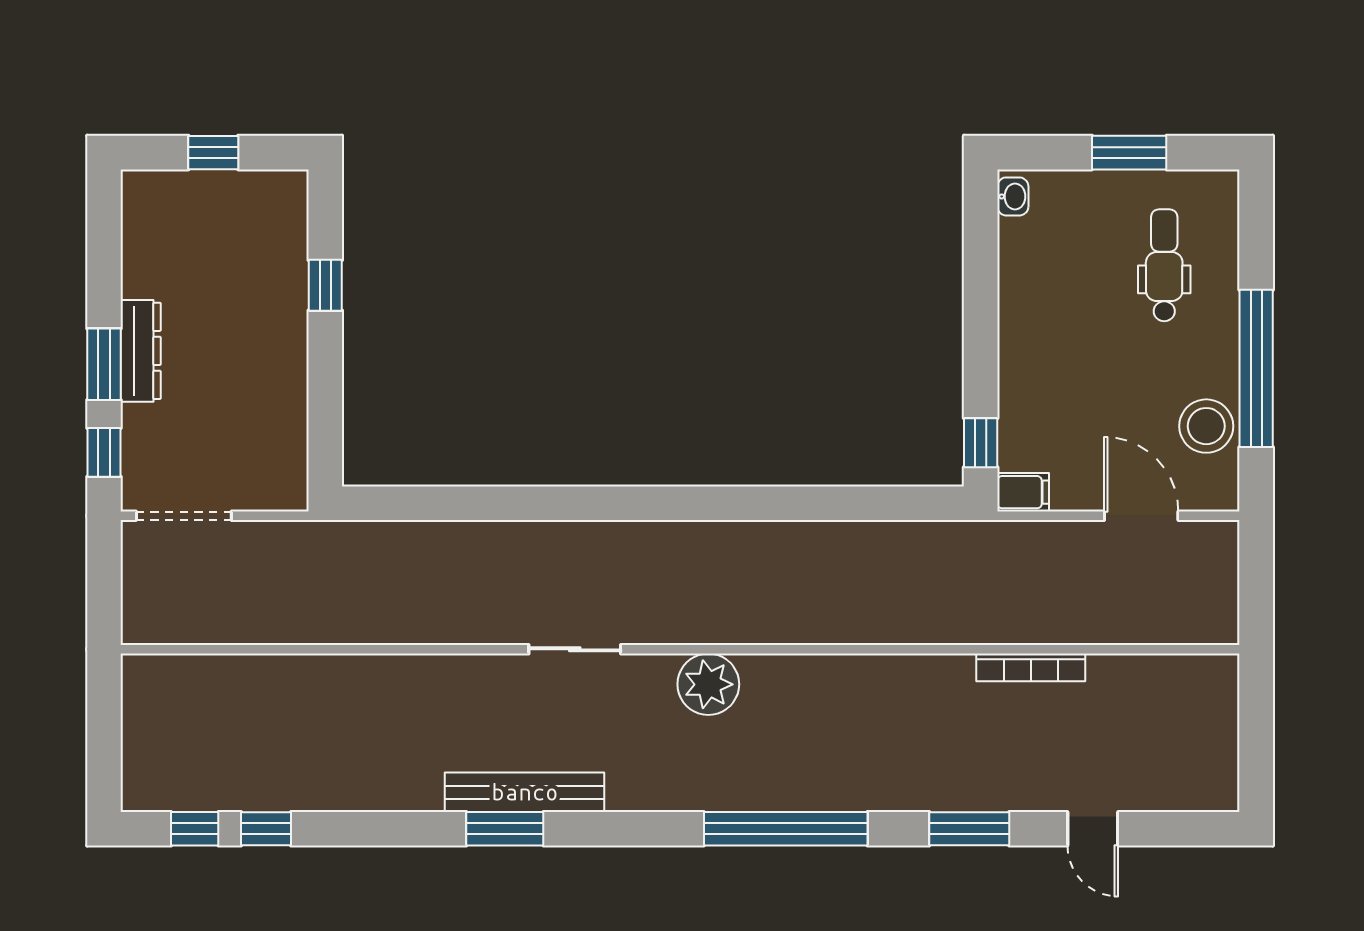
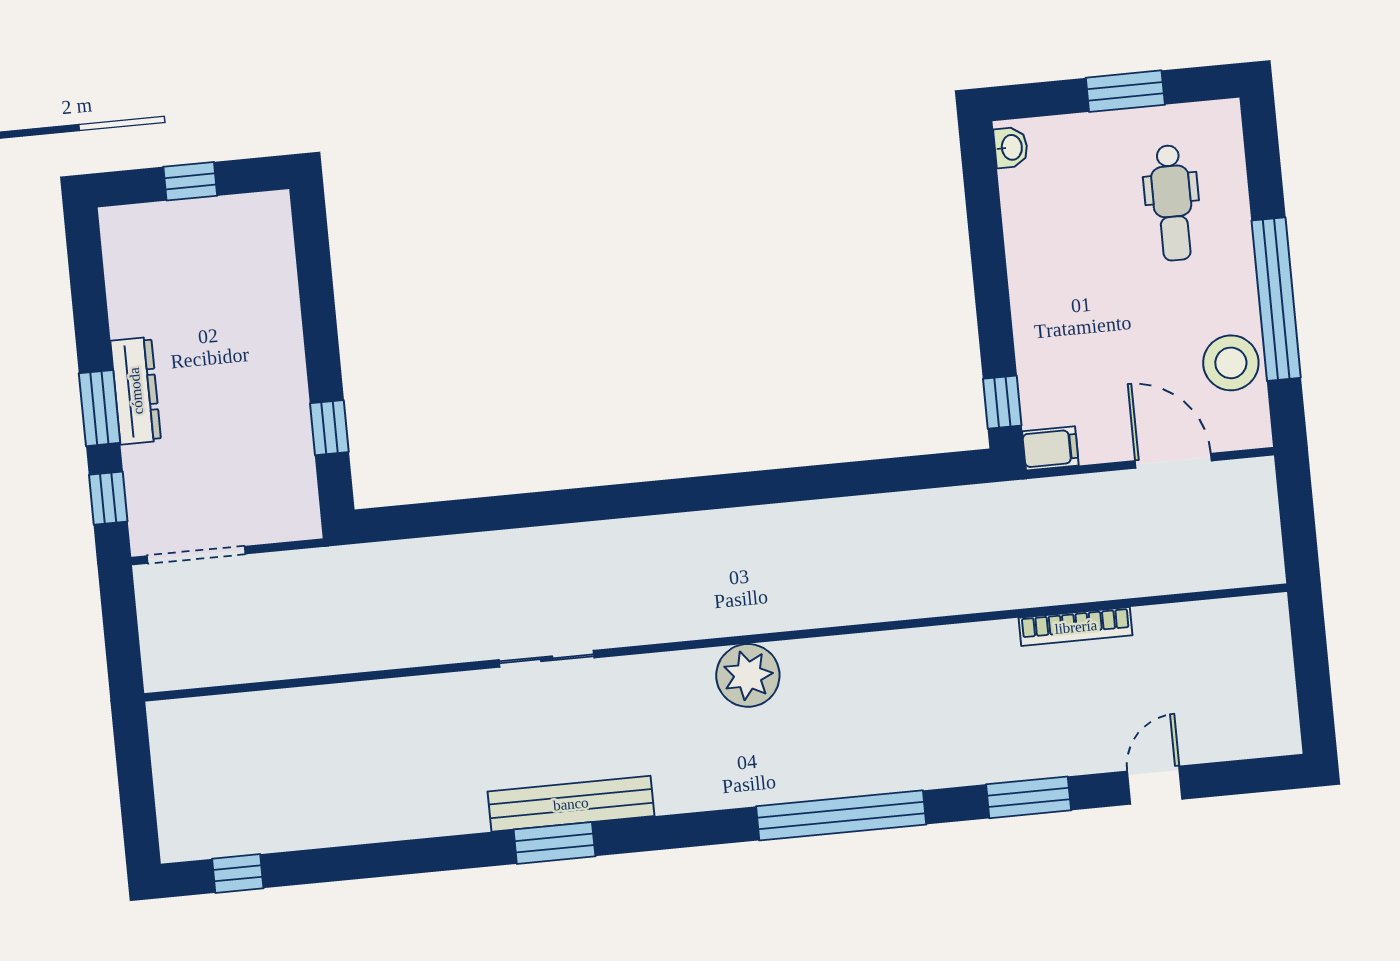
dental chair: (1164, 265) -> (1172, 203), turned 180
window: (325, 285) -> (329, 428), moved
sliding door: (575, 649) -> (547, 659), moved
window: (266, 829) -> (311, 866), removed
door: (1093, 829) -> (1155, 785), swing flipped

